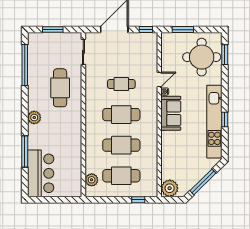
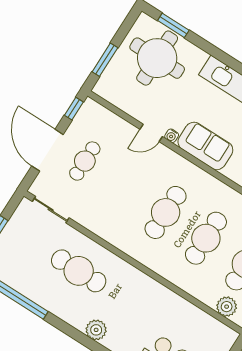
door: (159, 80) -> (151, 133), swing flipped
cafe table: (121, 84) -> (85, 161), moved

